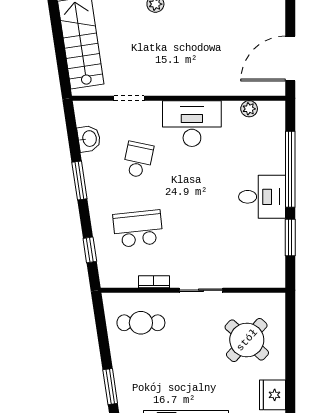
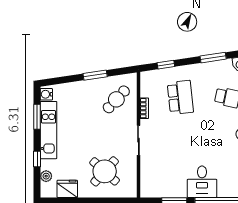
cafe table: (141, 323) -> (116, 99), turned 43
window: (110, 387) -> (95, 75), moved

